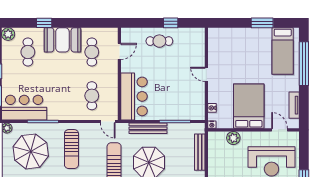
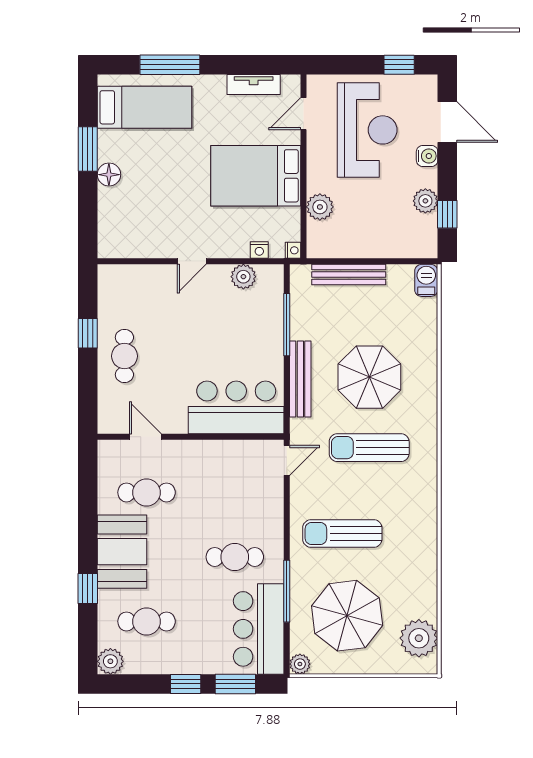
floor lamp: (249, 33) -> (109, 175), added
window: (304, 64) -> (170, 65), width x0.68
cafe table: (92, 96) -> (235, 557), moved
plant: (199, 100) -> (243, 277), added
sun lounger: (71, 149) -> (342, 534), turned 180

